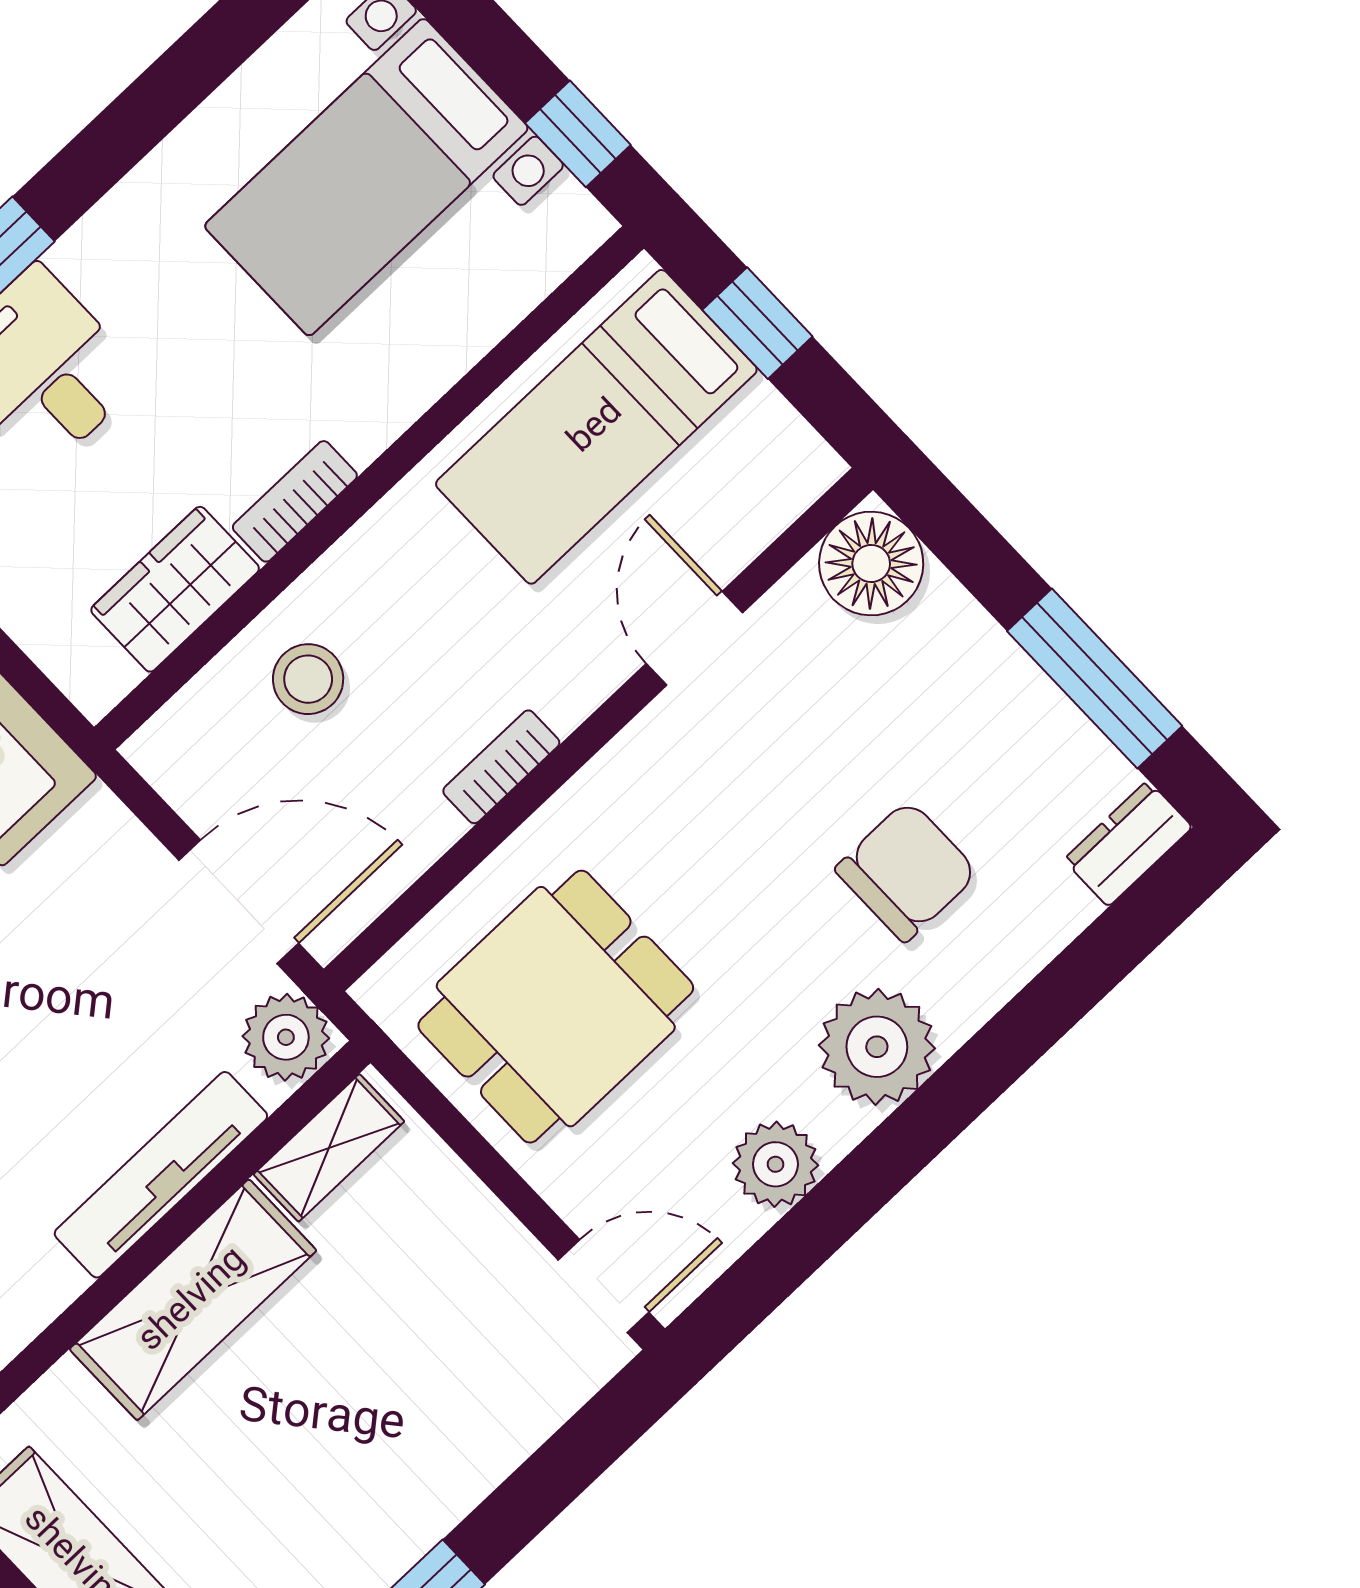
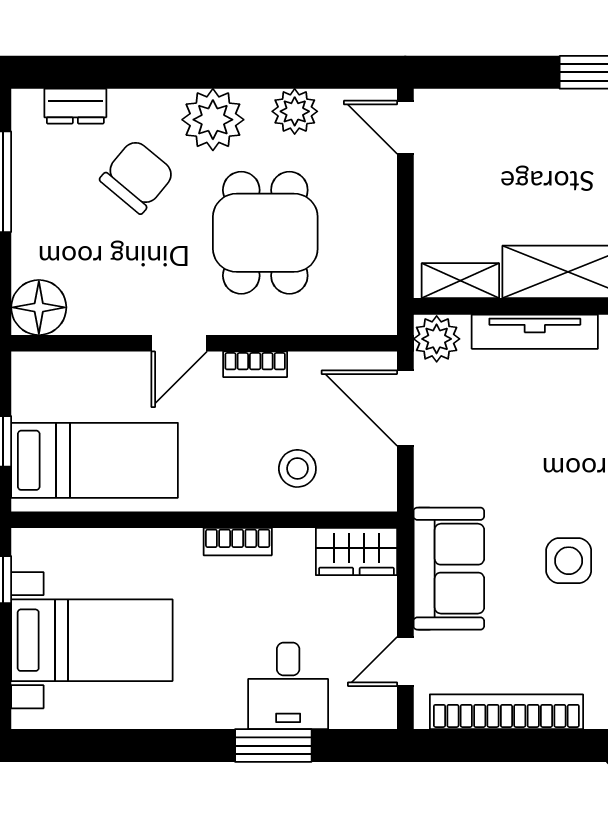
wardrobe: (175, 589) -> (356, 552), moved
door: (694, 638) -> (179, 343), moved
dresser: (1128, 844) -> (75, 106), moved
chair: (907, 871) -> (137, 176), turned 130
dining table: (556, 1007) -> (265, 233), moved, turned 90

